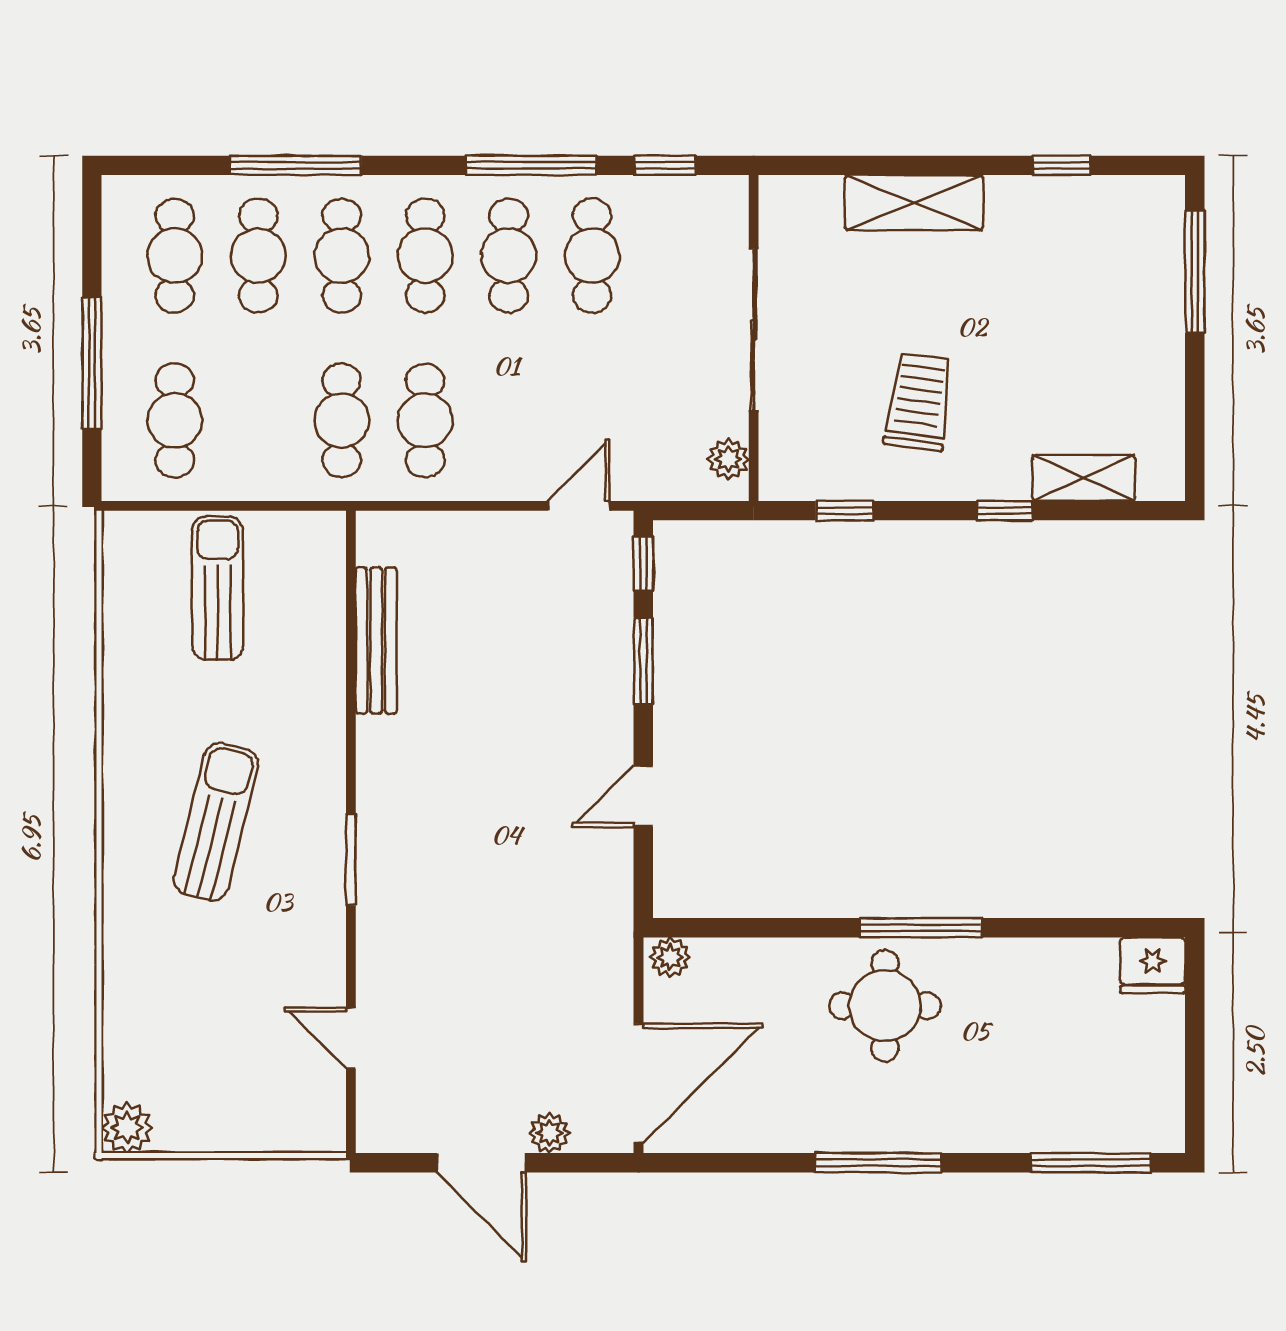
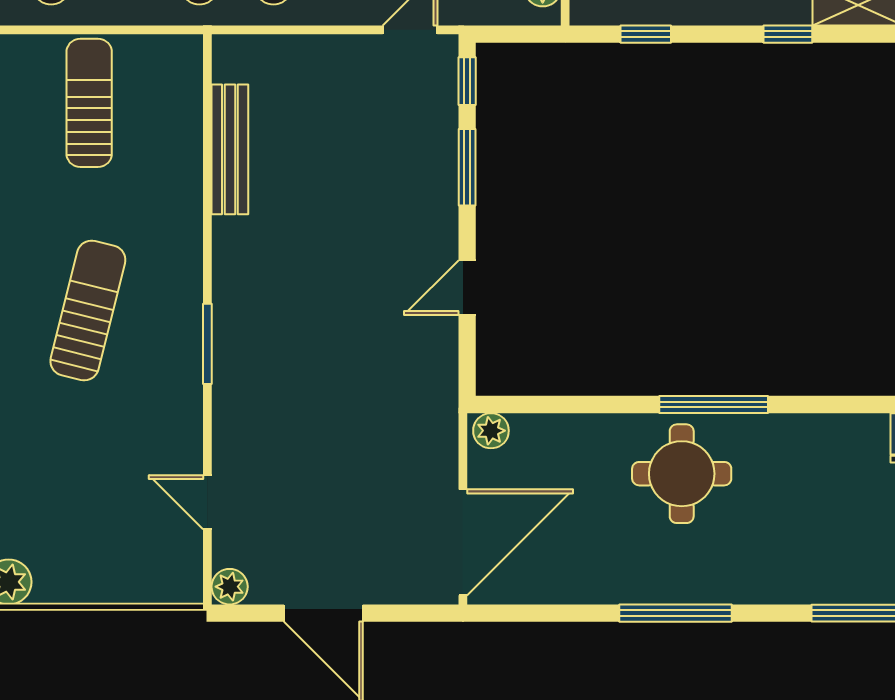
plant: (549, 1133) -> (230, 587), moved

